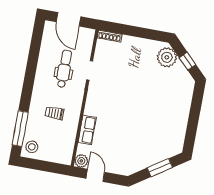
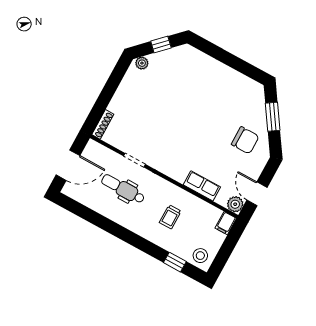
plant: (167, 57) -> (142, 63), width x0.53, depth x0.53
window: (20, 129) -> (175, 262), width x0.46
chair: (134, 152) -> (245, 140), added
filing cabinet: (64, 158) -> (226, 223), added
door: (95, 175) -> (257, 194), hinge flipped

